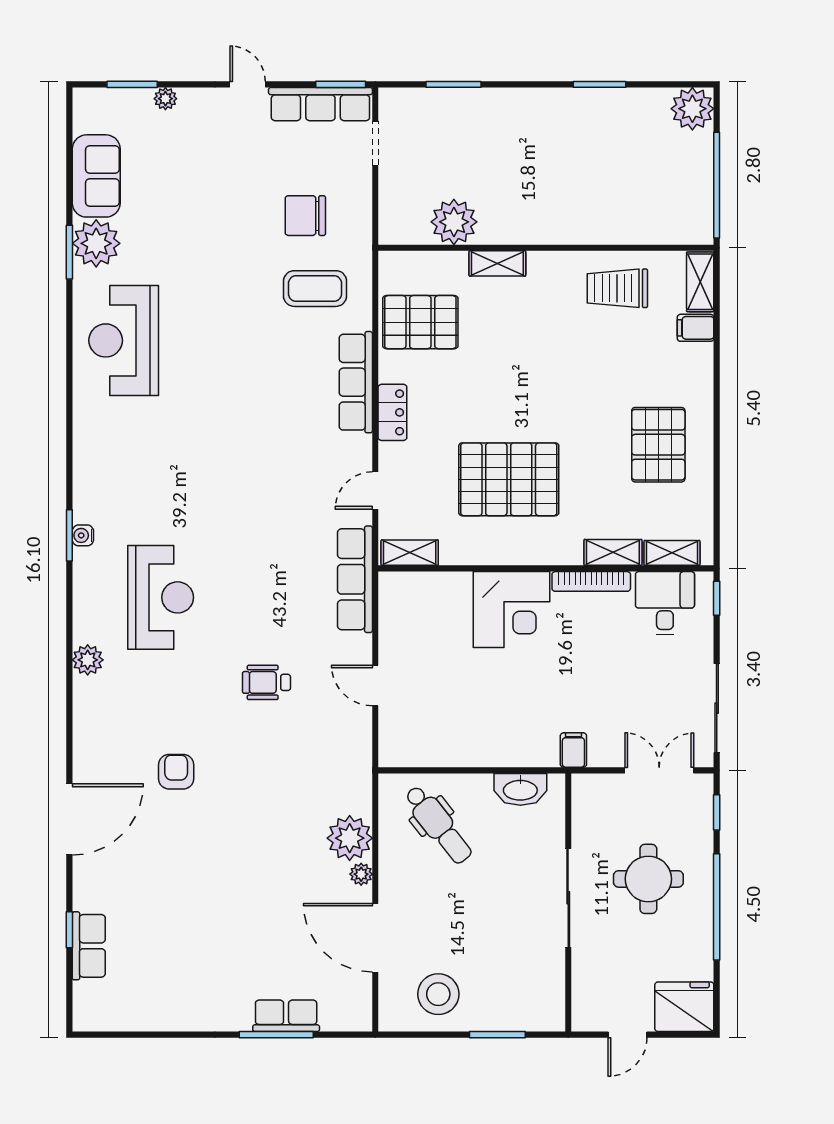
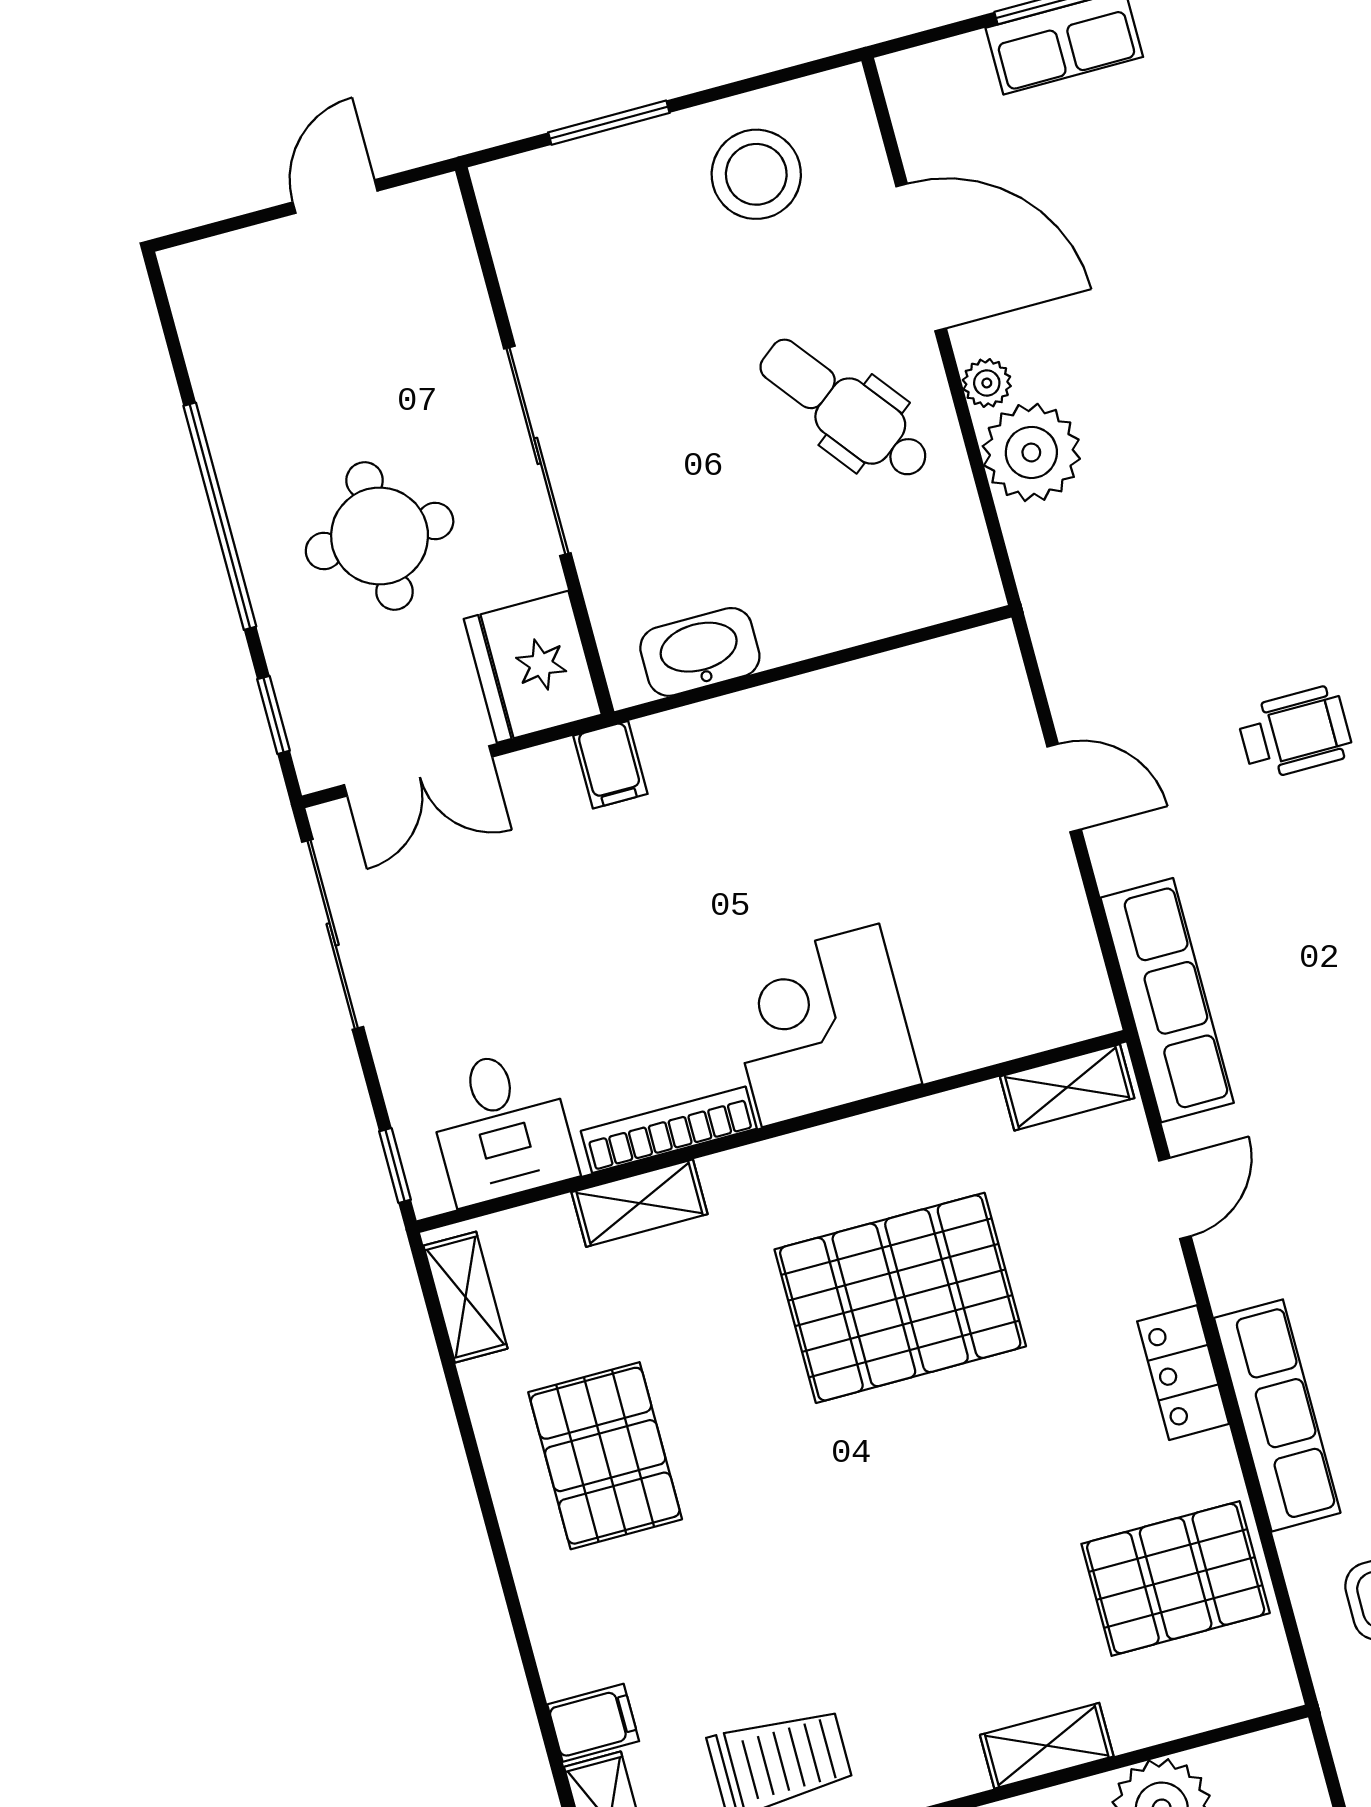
shelving: (672, 553) -> (465, 1297), moved, turned 90
dental chair: (438, 825) -> (845, 410), moved
fridge: (684, 1007) -> (533, 667), moved, turned 90

